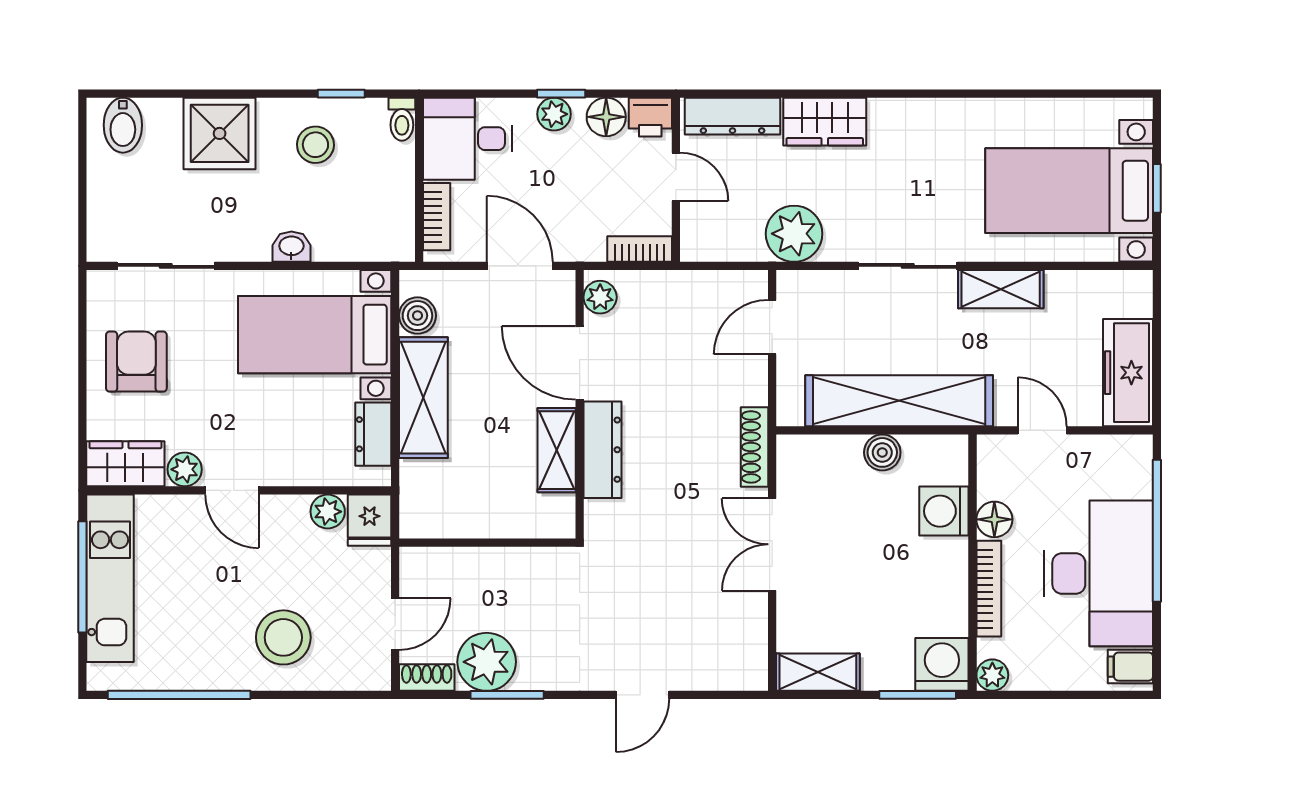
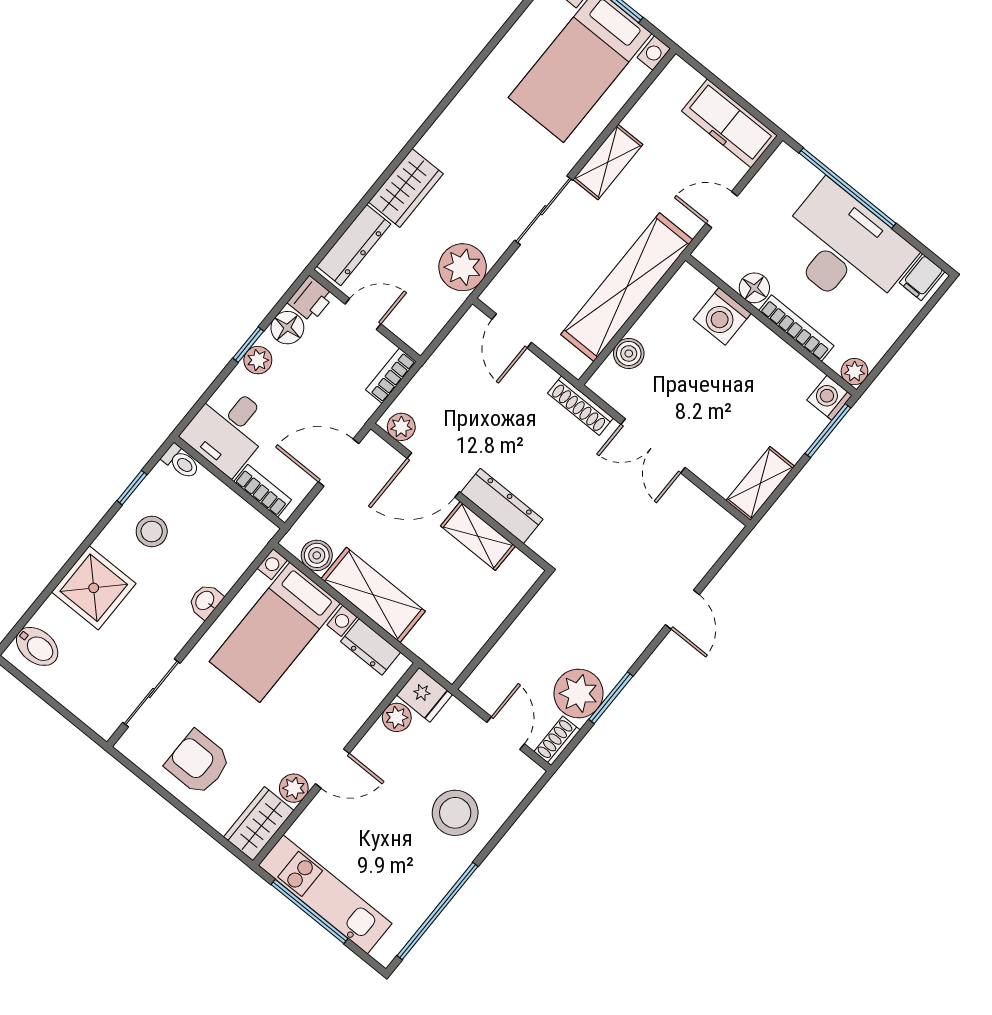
boiler: (882, 452) -> (629, 353), moved
washing machine: (942, 664) -> (829, 398), width x0.73, depth x0.73

